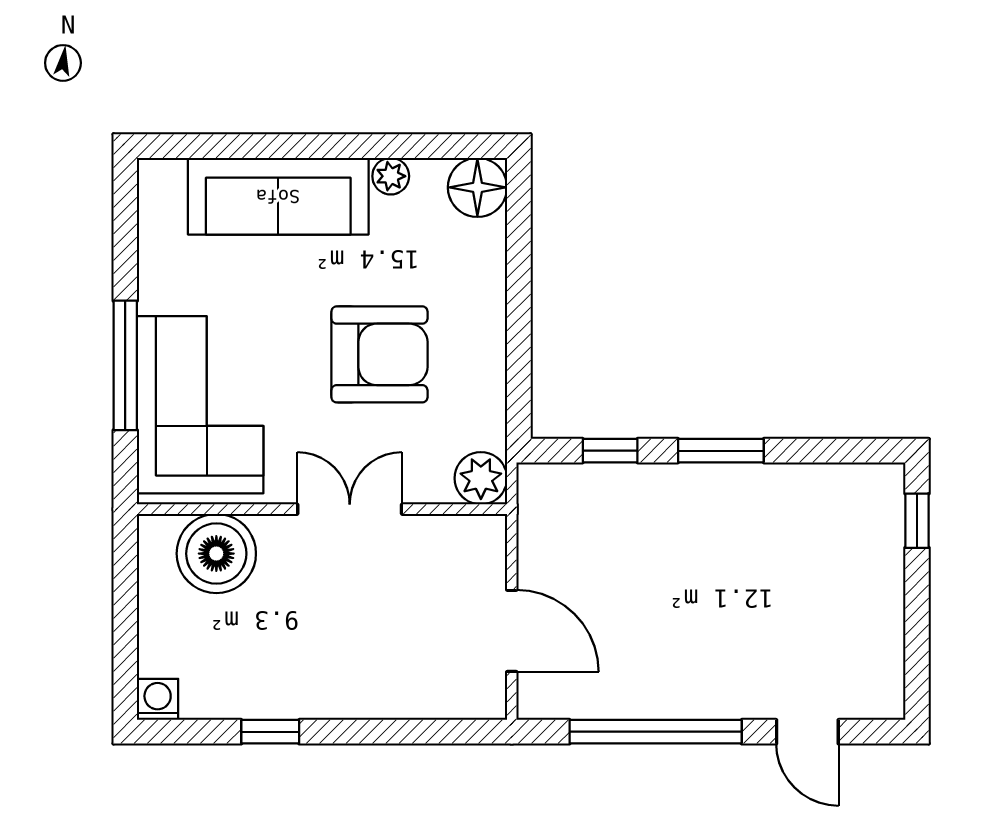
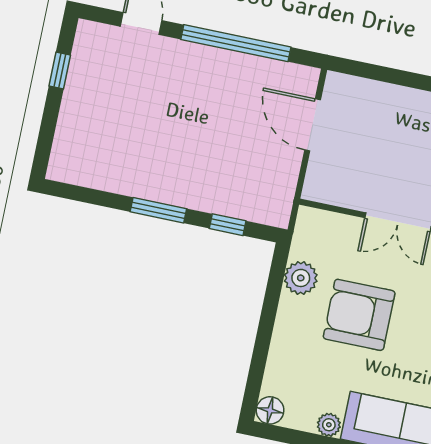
floor lamp: (477, 187) -> (270, 410), width x0.73, depth x0.73
plant: (481, 478) -> (301, 278), moved
window: (917, 521) -> (60, 71), moved

